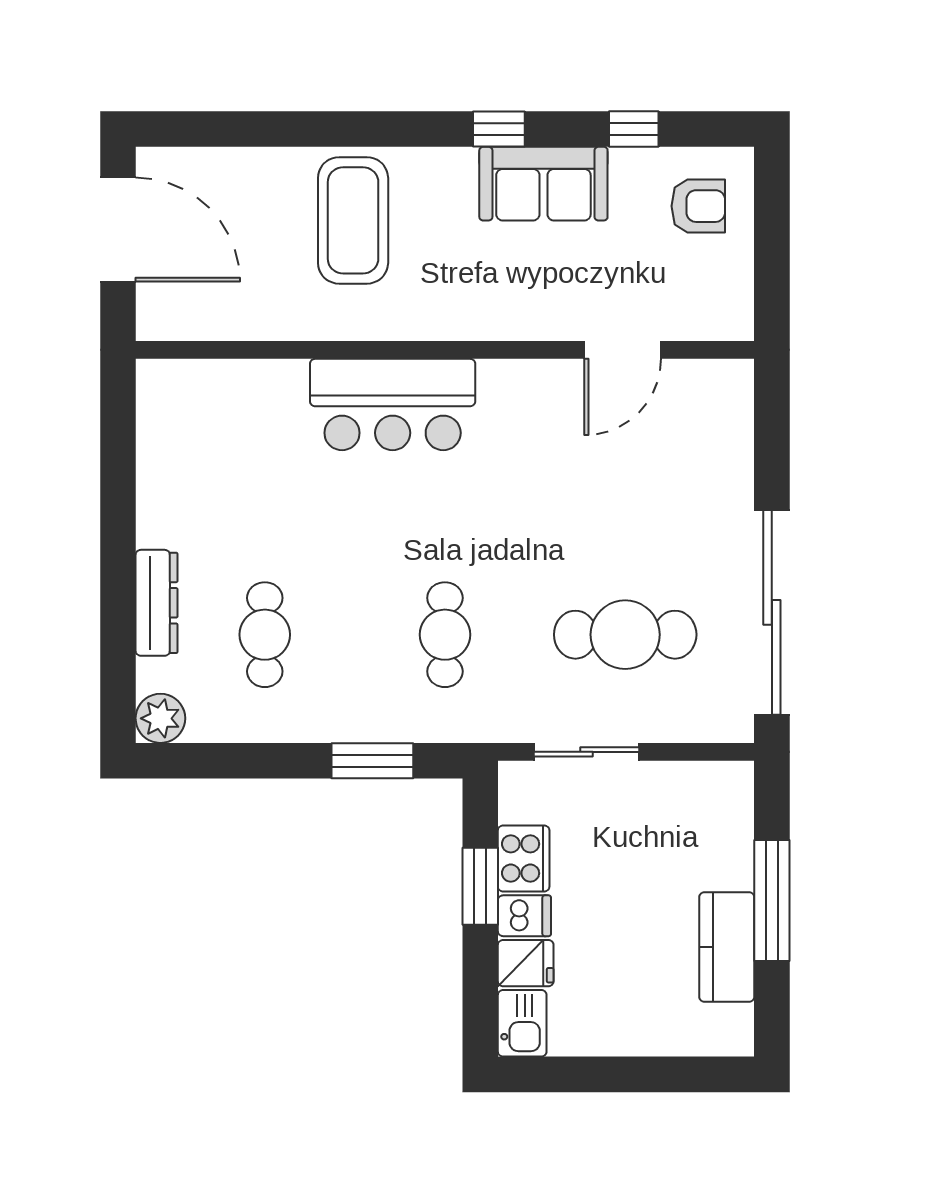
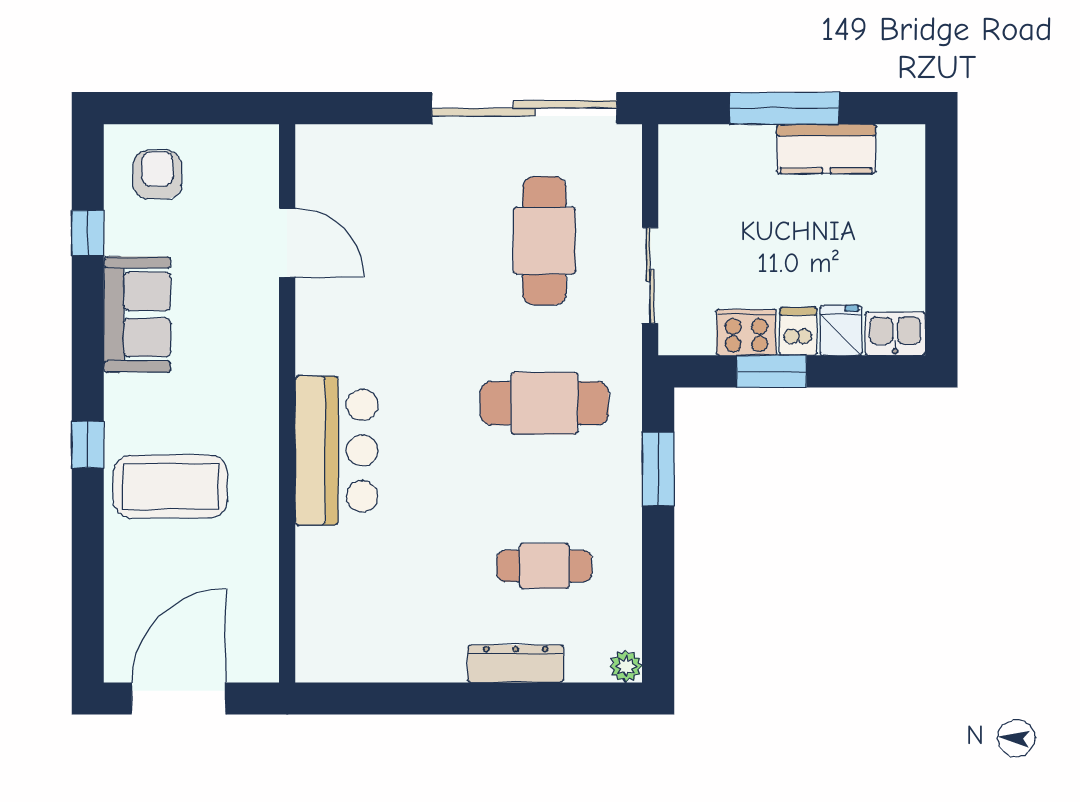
window: (499, 129) -> (88, 445), moved
cafe table: (445, 635) -> (544, 403), width x1.37, depth x1.35
plant: (160, 718) -> (626, 666), width x0.73, depth x0.73

